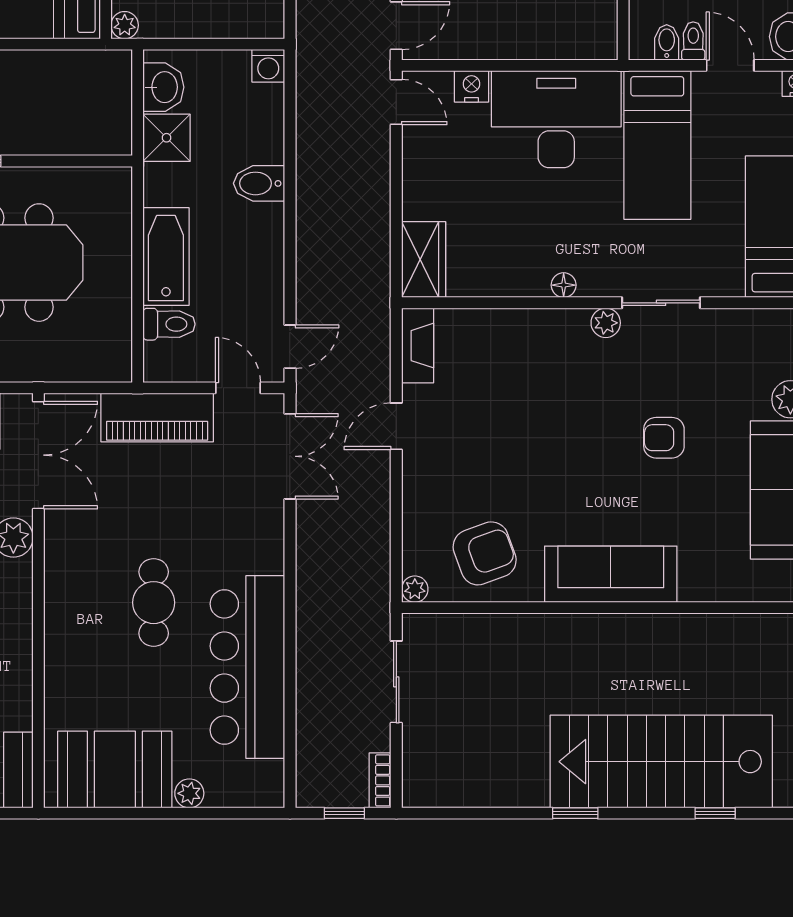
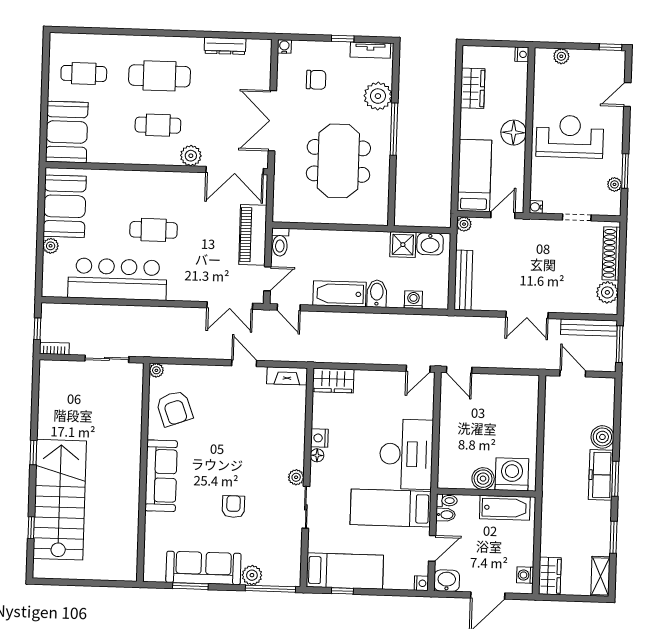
bench: (229, 23) -> (463, 280), added
toilet: (693, 41) -> (447, 500), moved
washing machine: (268, 66) -> (413, 300), moved, turned 90
nightstand: (471, 86) -> (319, 438), moved, turned 180
bathtub: (166, 257) -> (339, 294), moved, turned 180
toilet: (169, 324) -> (280, 242), moved

